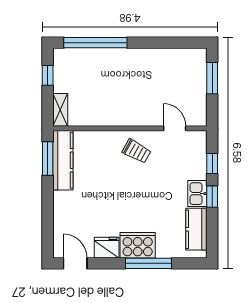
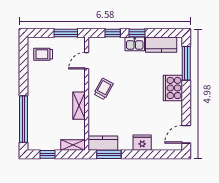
trolley: (183, 69) -> (43, 54), added
window: (212, 78) -> (66, 33), moved
shelving: (114, 118) -> (79, 106), added
kitchen counter: (63, 160) -> (103, 143), width x0.67
fridge: (107, 248) -> (142, 143), moved, turned 90
window: (149, 263) -> (186, 63), moved

